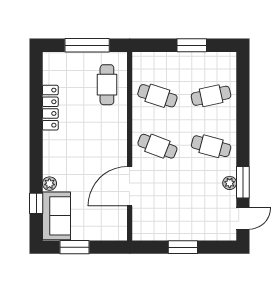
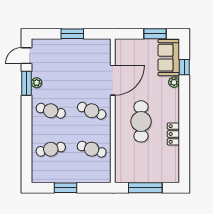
cafe table: (107, 85) -> (141, 121), moved, width x1.37, depth x1.35
locker: (50, 108) -> (173, 134), width x0.66

